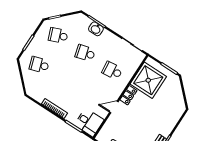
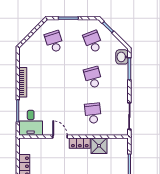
washbasin: (96, 29) -> (122, 57), moved
shower: (148, 80) -> (99, 146), width x0.54, depth x0.54

